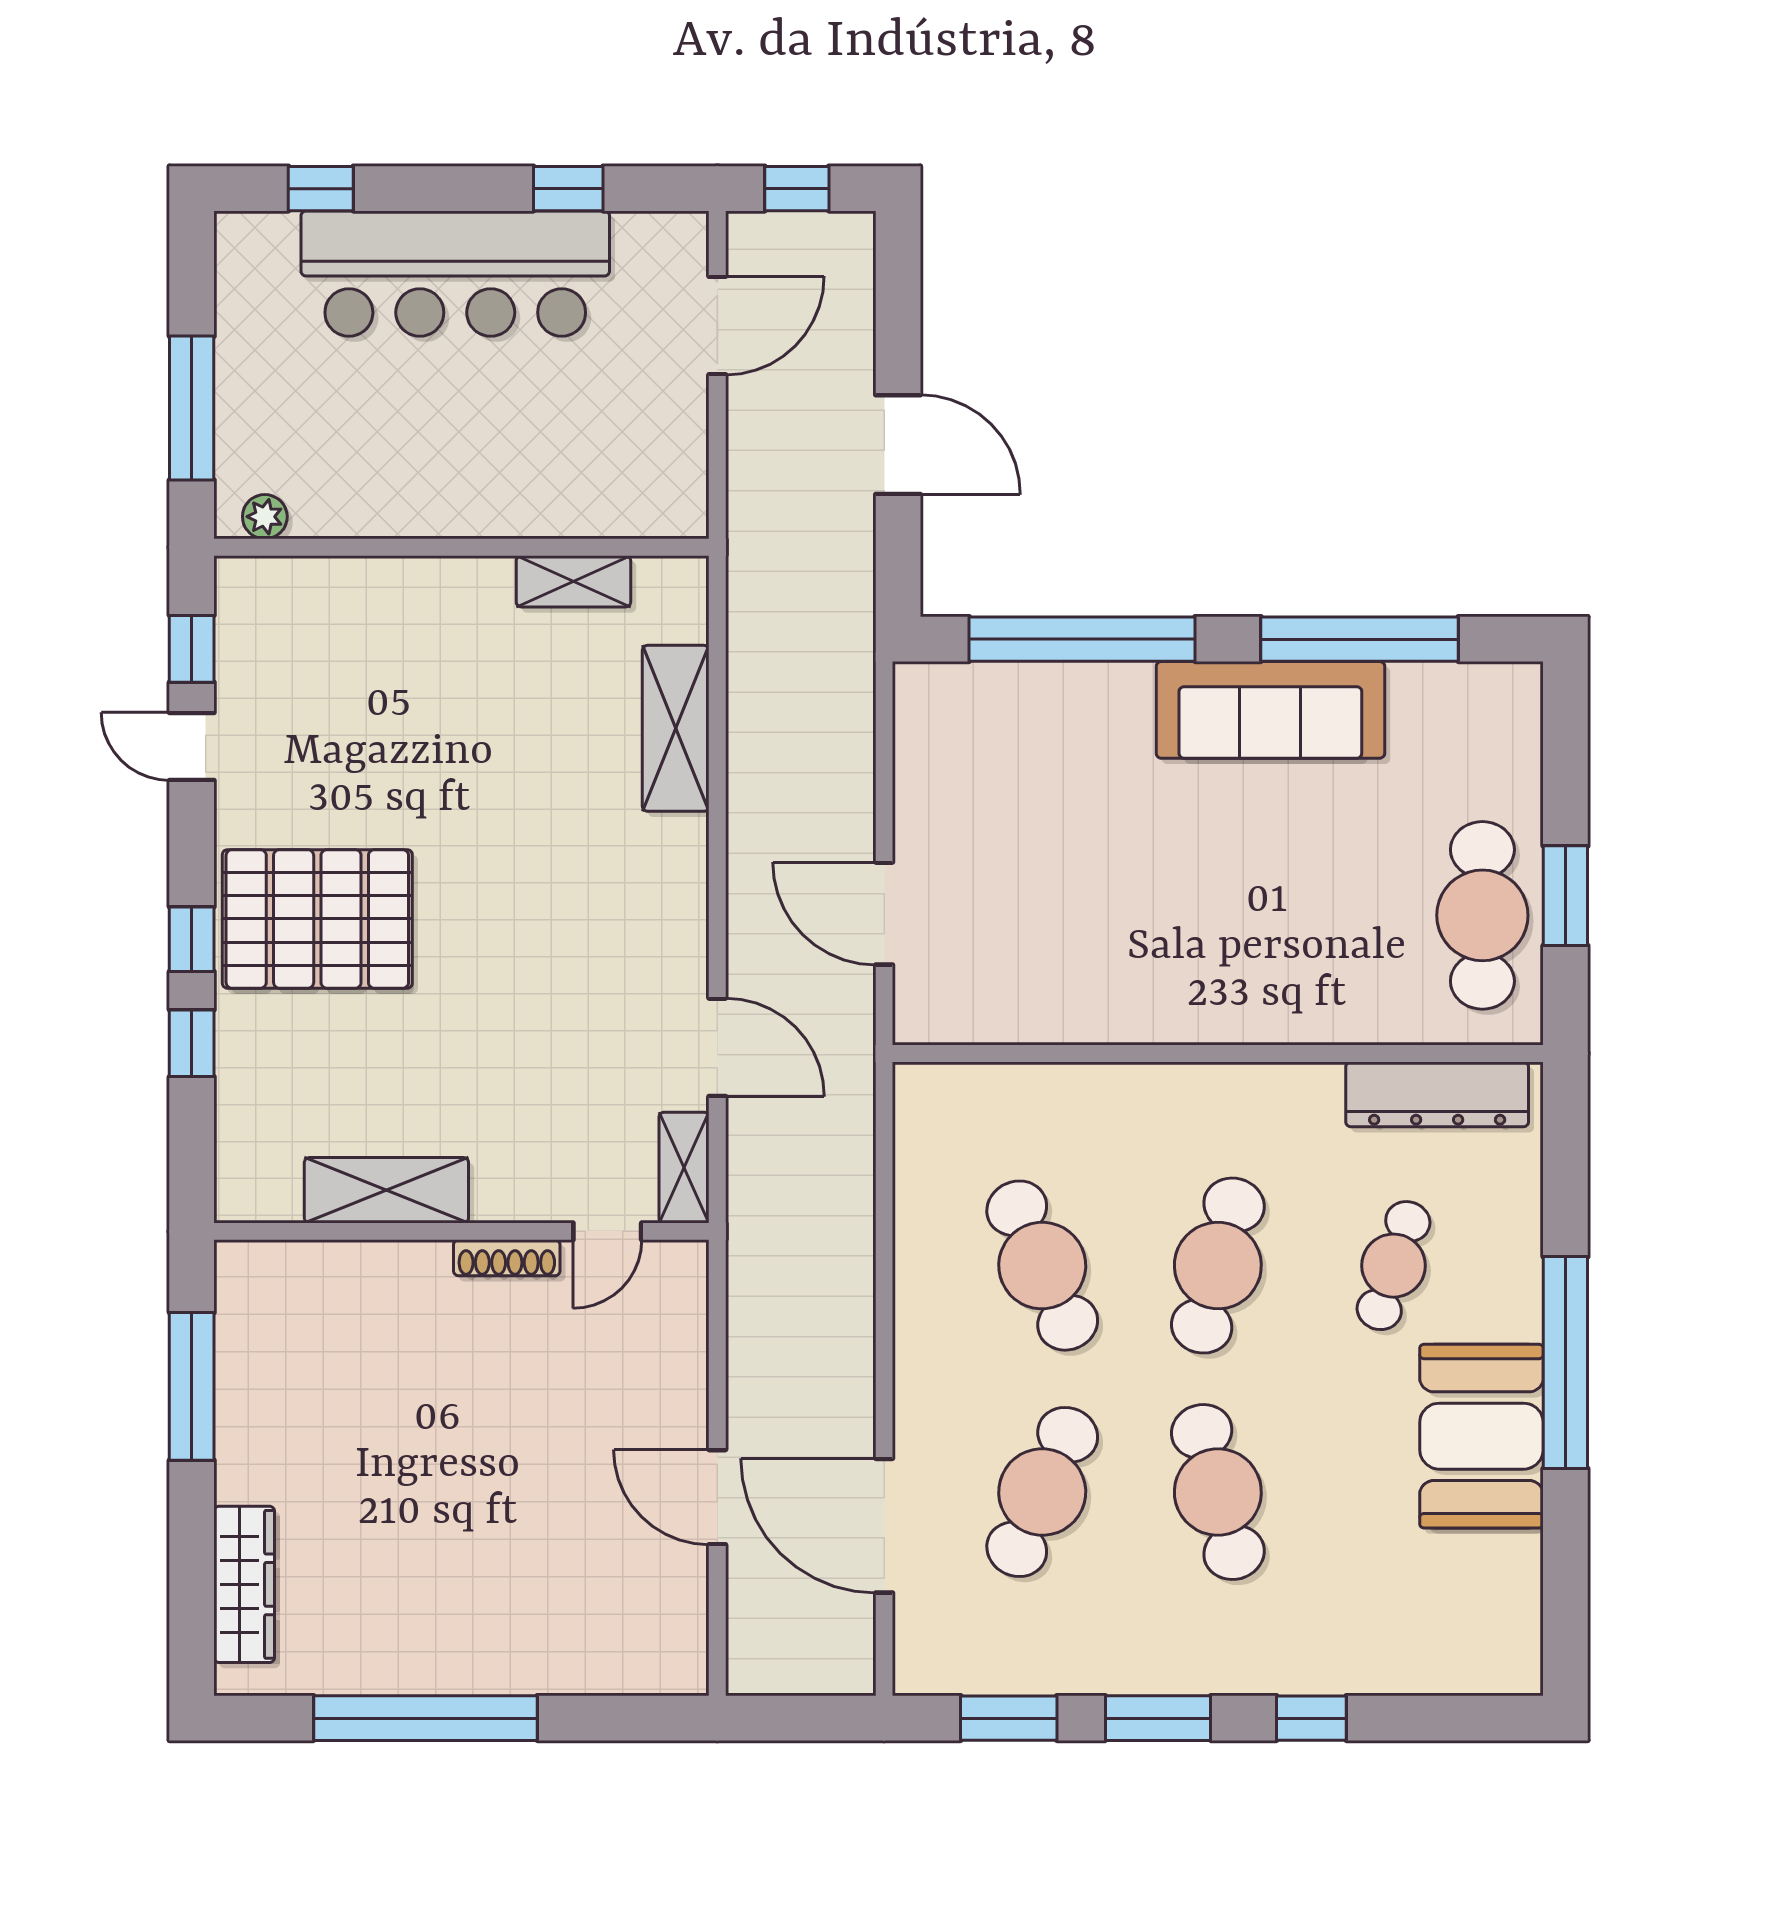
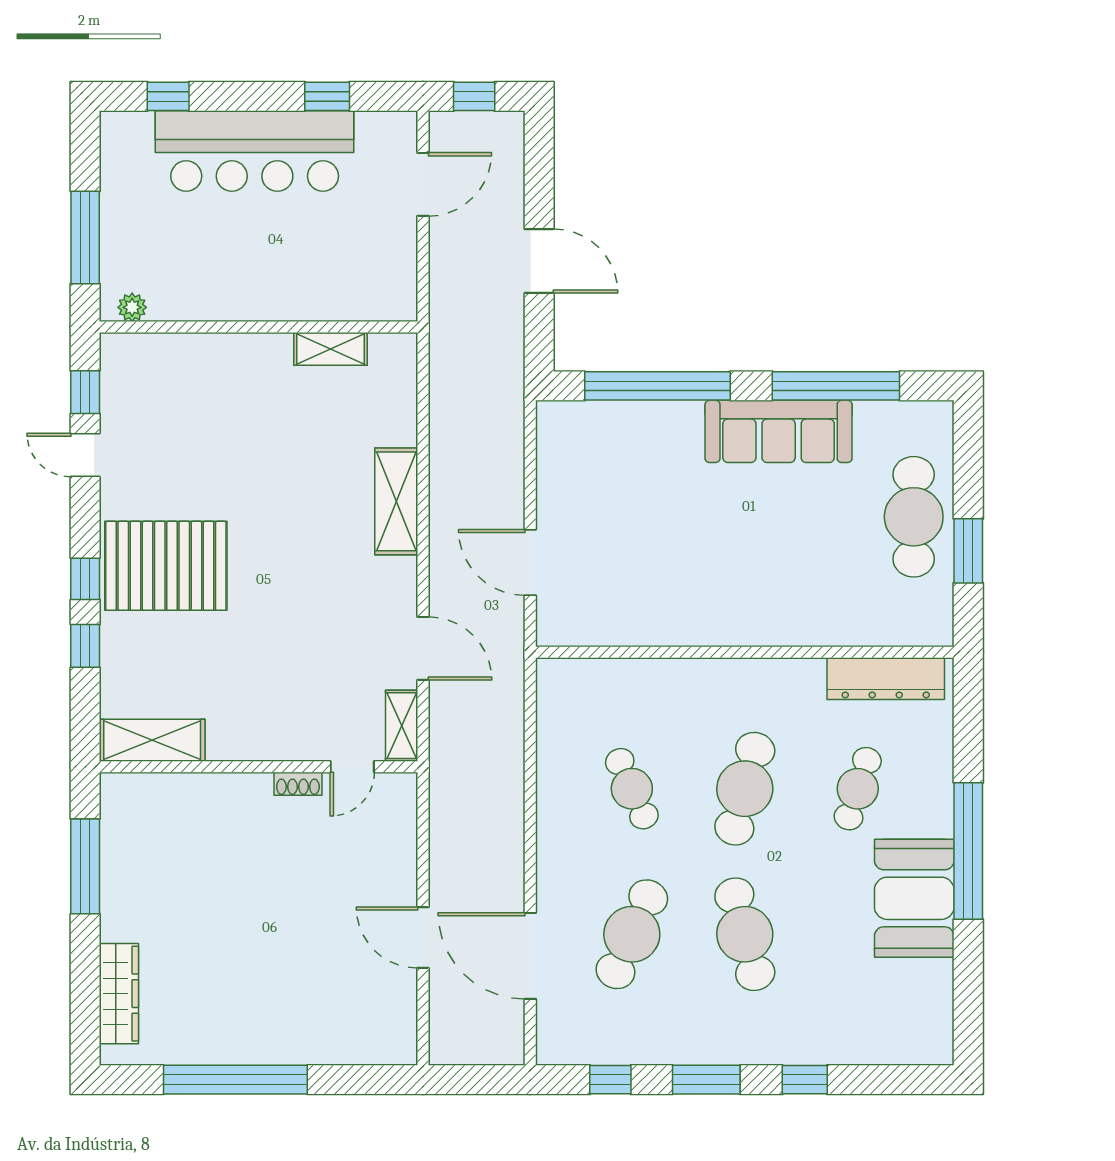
shelving: (676, 728) -> (396, 501), moved
cafe table: (1482, 915) -> (914, 517), moved
shelving: (386, 1190) -> (152, 740), moved
shoe rack: (507, 1258) -> (298, 784), width x0.70
cafe table: (1042, 1266) -> (632, 789), width x0.73, depth x0.74
window: (1009, 1718) -> (610, 1080), width x0.67

